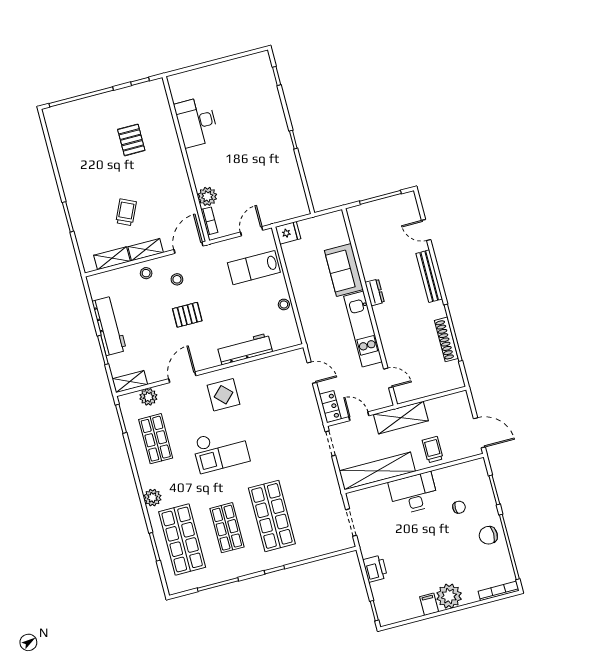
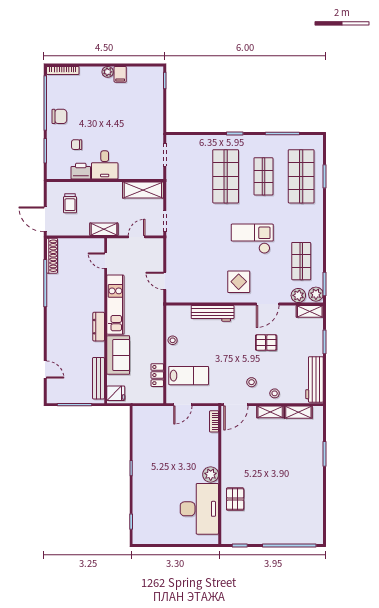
desk: (196, 122) -> (199, 509), width x1.36, depth x1.30
pallet: (131, 140) -> (235, 499), moved
plant: (207, 196) -> (211, 475), moved
trolley: (126, 212) -> (278, 445), removed
fridge: (288, 233) -> (116, 393), moved, turned 180
bench: (429, 276) -> (98, 378), moved
dresser: (375, 292) -> (99, 327), width x1.44
pallet: (187, 315) -> (266, 343), moved
workbench: (109, 326) -> (314, 379), moved
shoe rack: (446, 339) -> (52, 256), moved
locker: (330, 407) -> (157, 375), moved
door: (359, 416) -> (137, 237), swing flipped
shelving: (401, 418) -> (104, 229), width x0.67, depth x0.75
door: (479, 433) -> (45, 219), moved
trolley: (433, 450) -> (70, 203), moved
shelving: (377, 471) -> (143, 190), width x0.68
desk: (413, 493) -> (105, 165), width x0.73
plant: (152, 498) -> (316, 294), moved
printer: (375, 569) -> (81, 171), moved, turned 90
plant: (449, 596) -> (108, 72), width x0.53, depth x0.53

